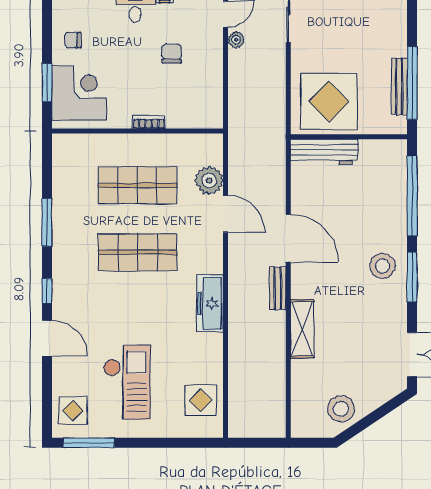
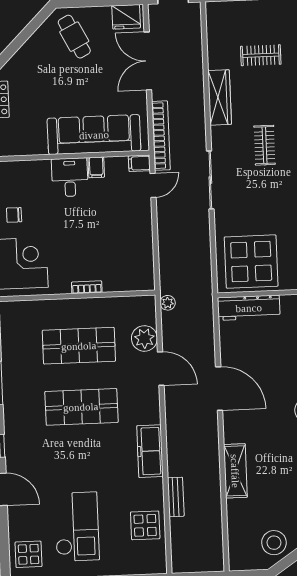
plant: (236, 40) -> (168, 303), moved
chair: (172, 53) -> (105, 223), removed
bench: (278, 288) -> (176, 497), moved
display table: (201, 400) -> (145, 525), moved

